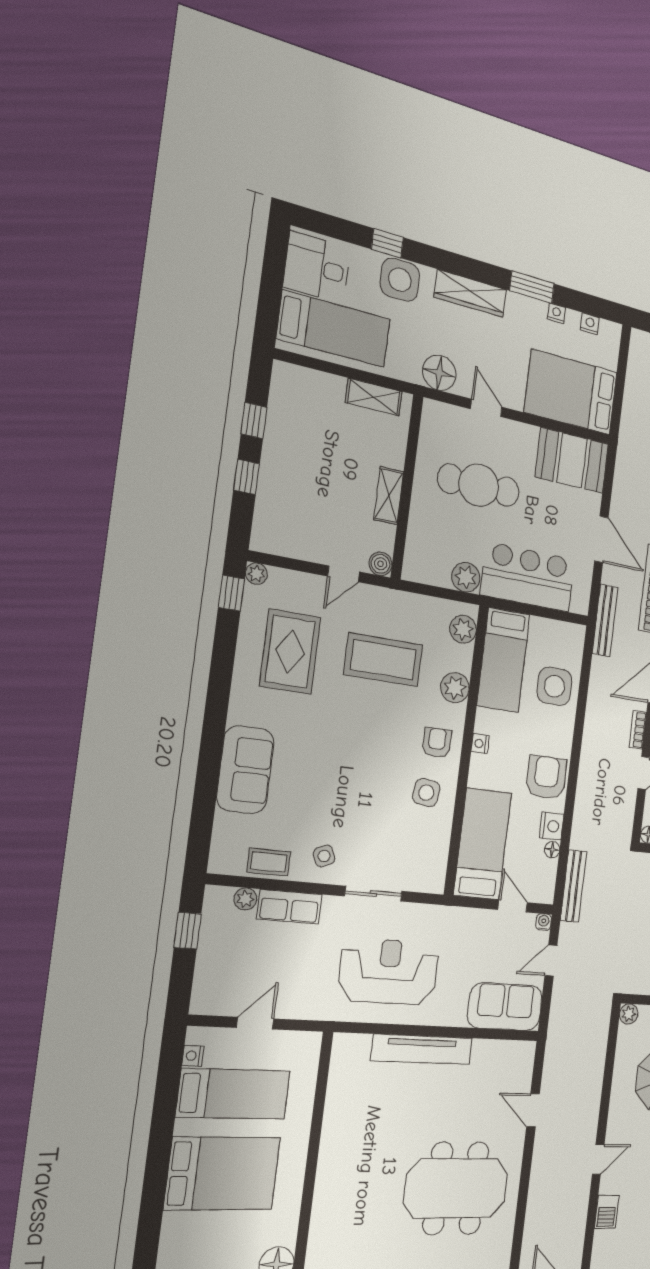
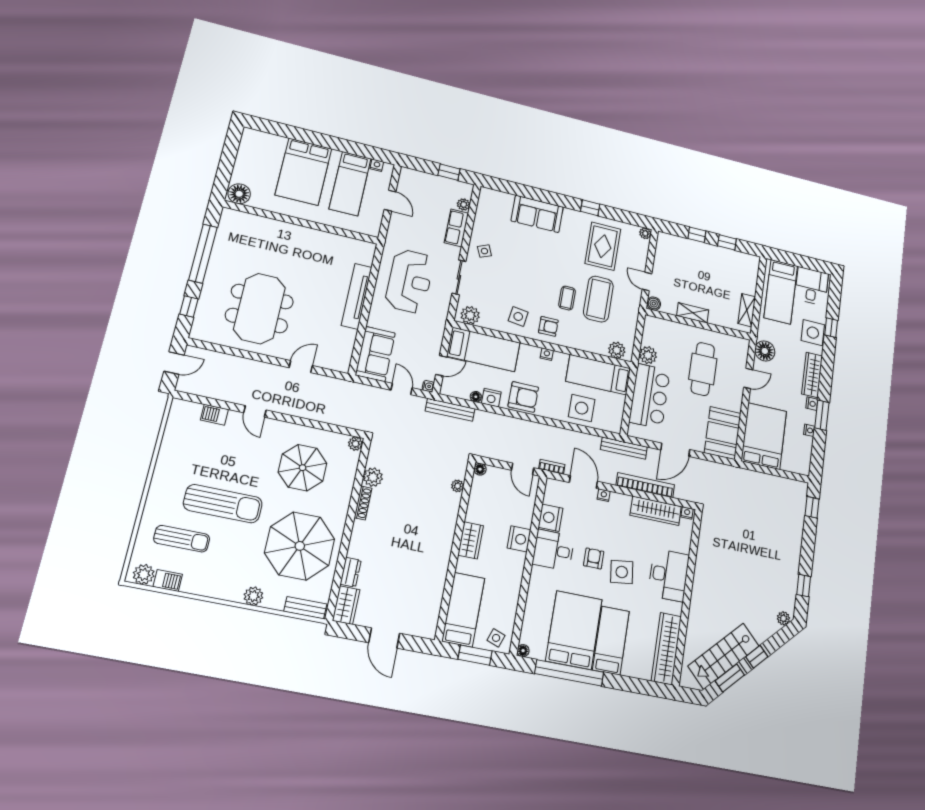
nightstand: (590, 324) -> (812, 404), moved
window: (231, 593) -> (590, 208), moved
rug: (290, 652) -> (603, 246), turned 90
plant: (455, 688) -> (470, 315), moved
coffee table: (269, 862) -> (567, 298), moved

